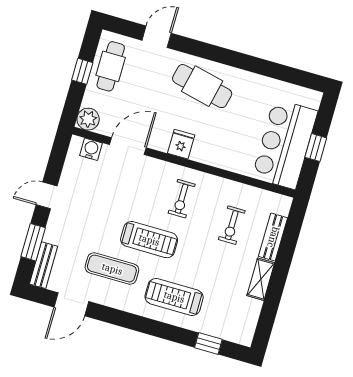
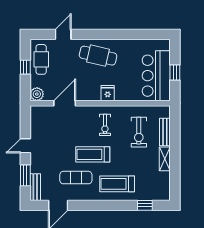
fridge: (181, 144) -> (108, 93), moved
water cooler: (91, 149) -> (44, 111), removed
exercise bike: (232, 225) -> (139, 132), width x1.38, depth x1.39
treadmill: (149, 240) -> (93, 154), turned 180

